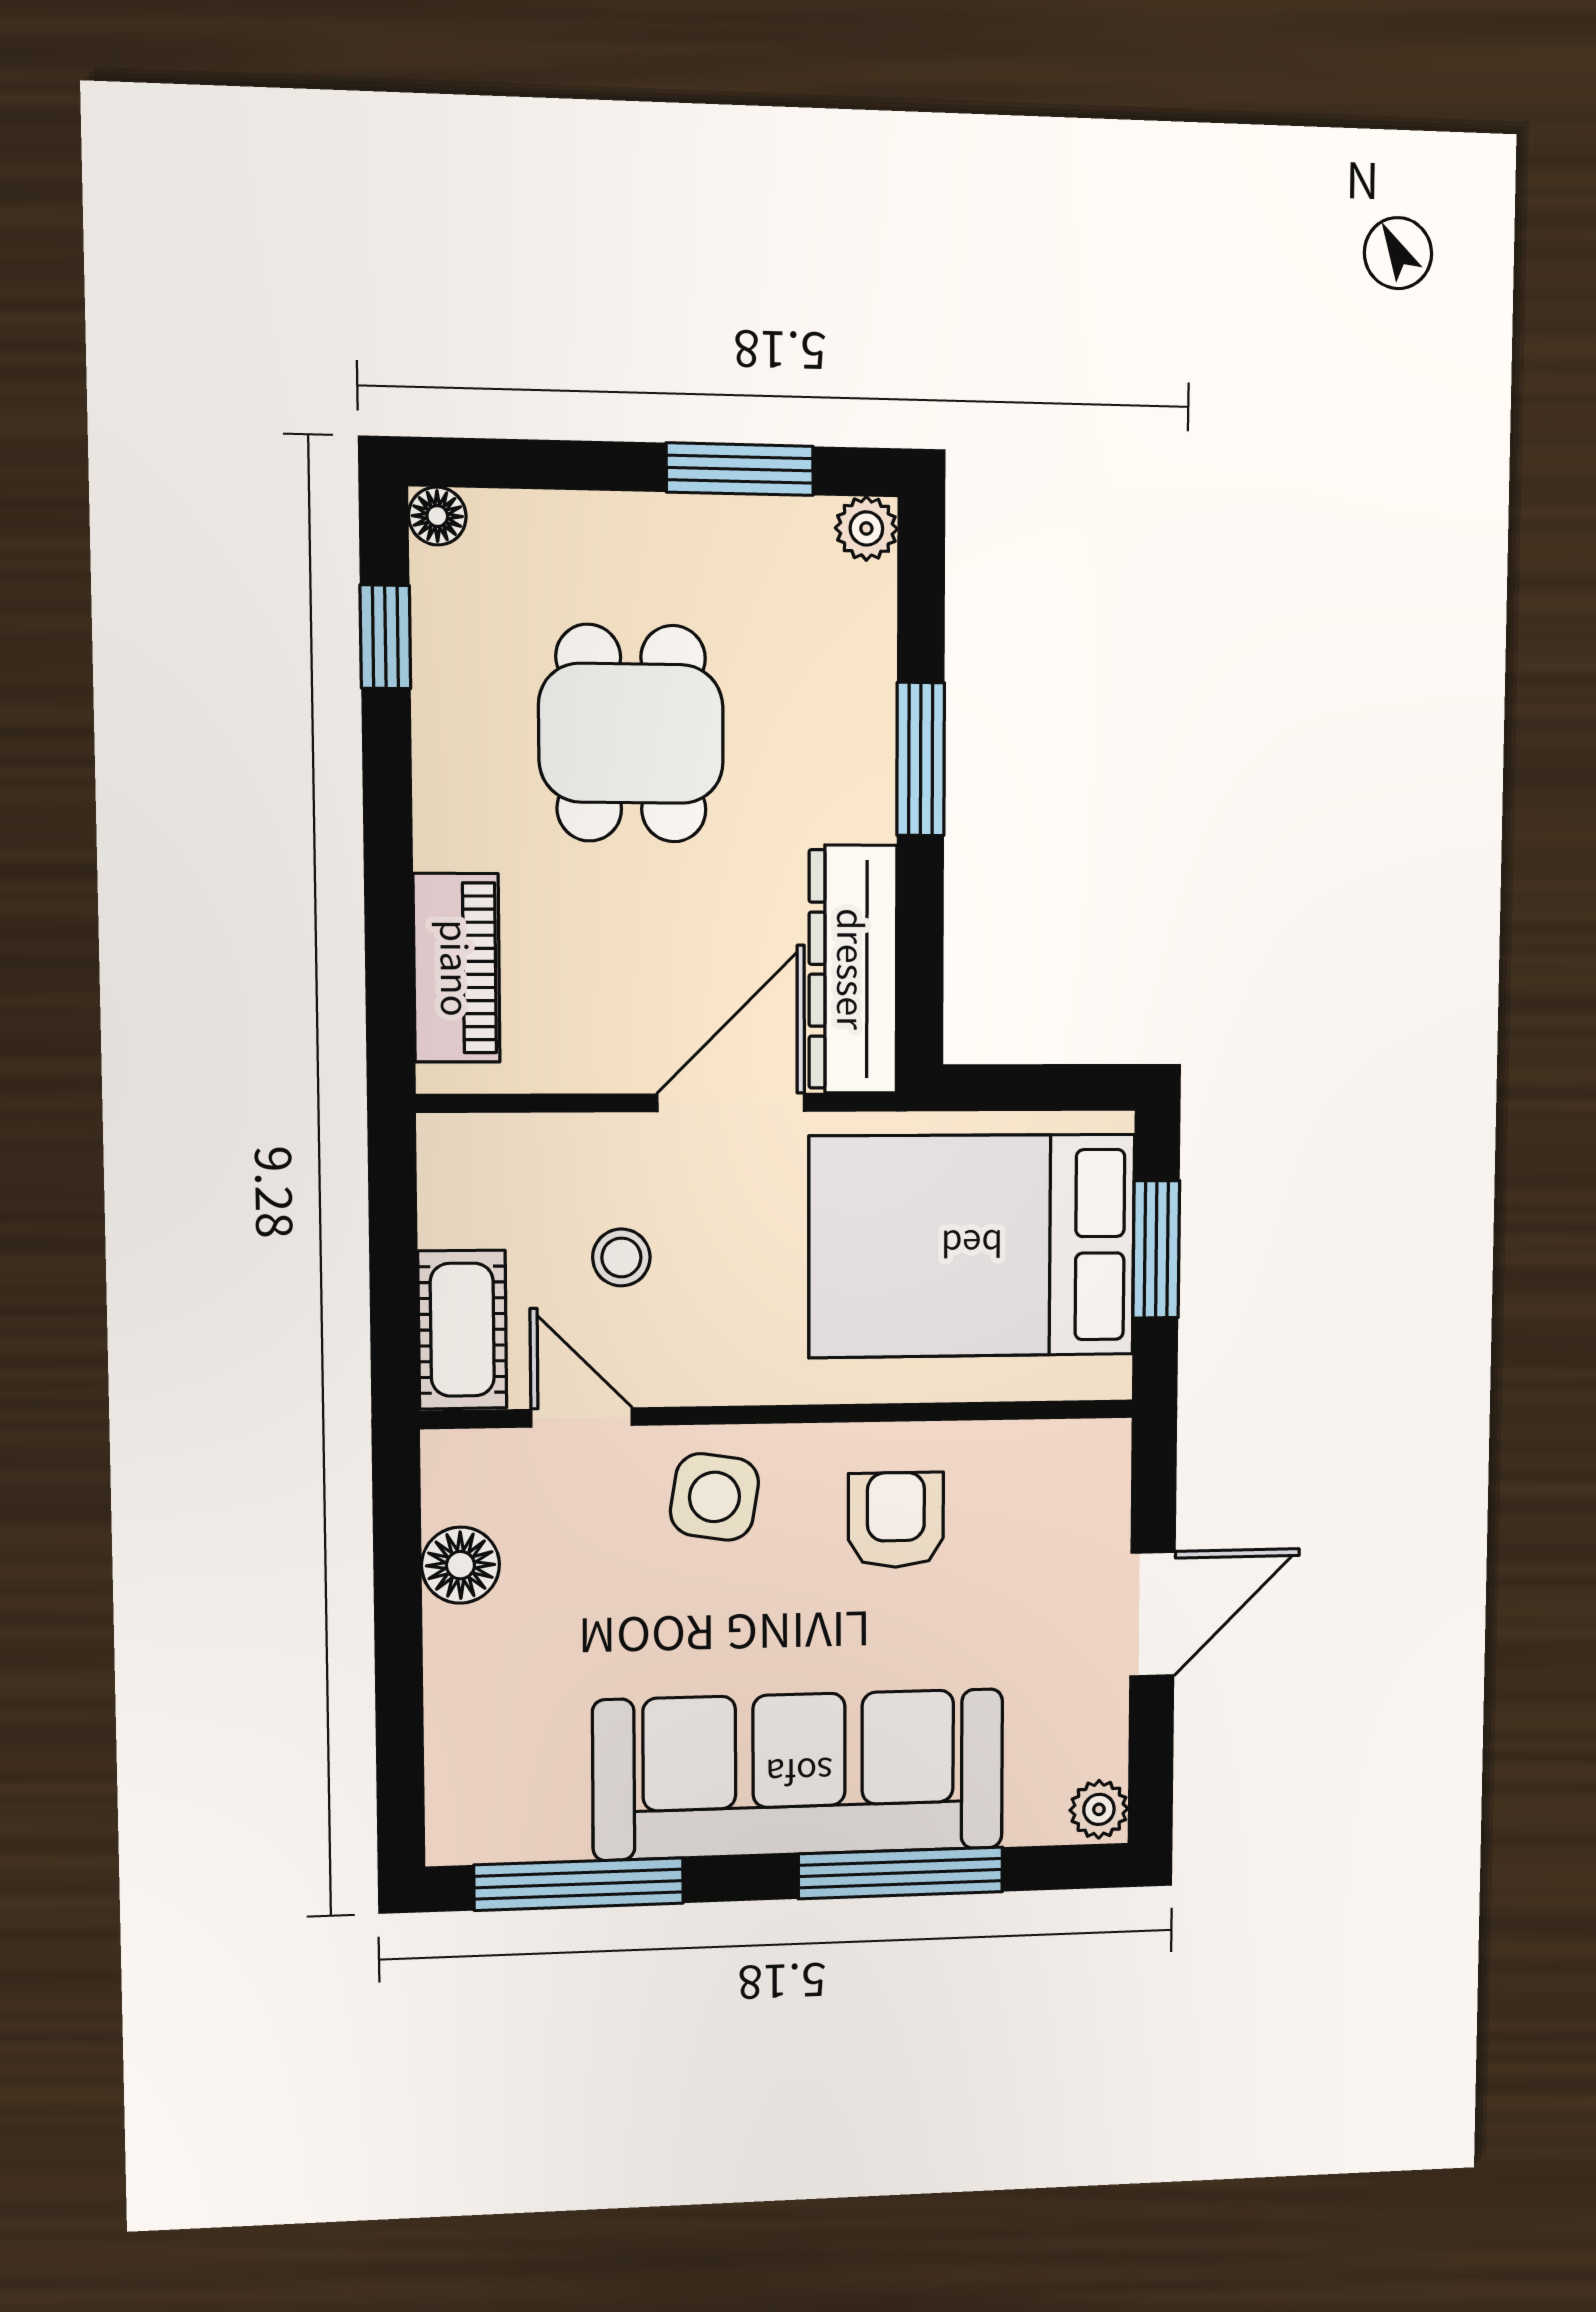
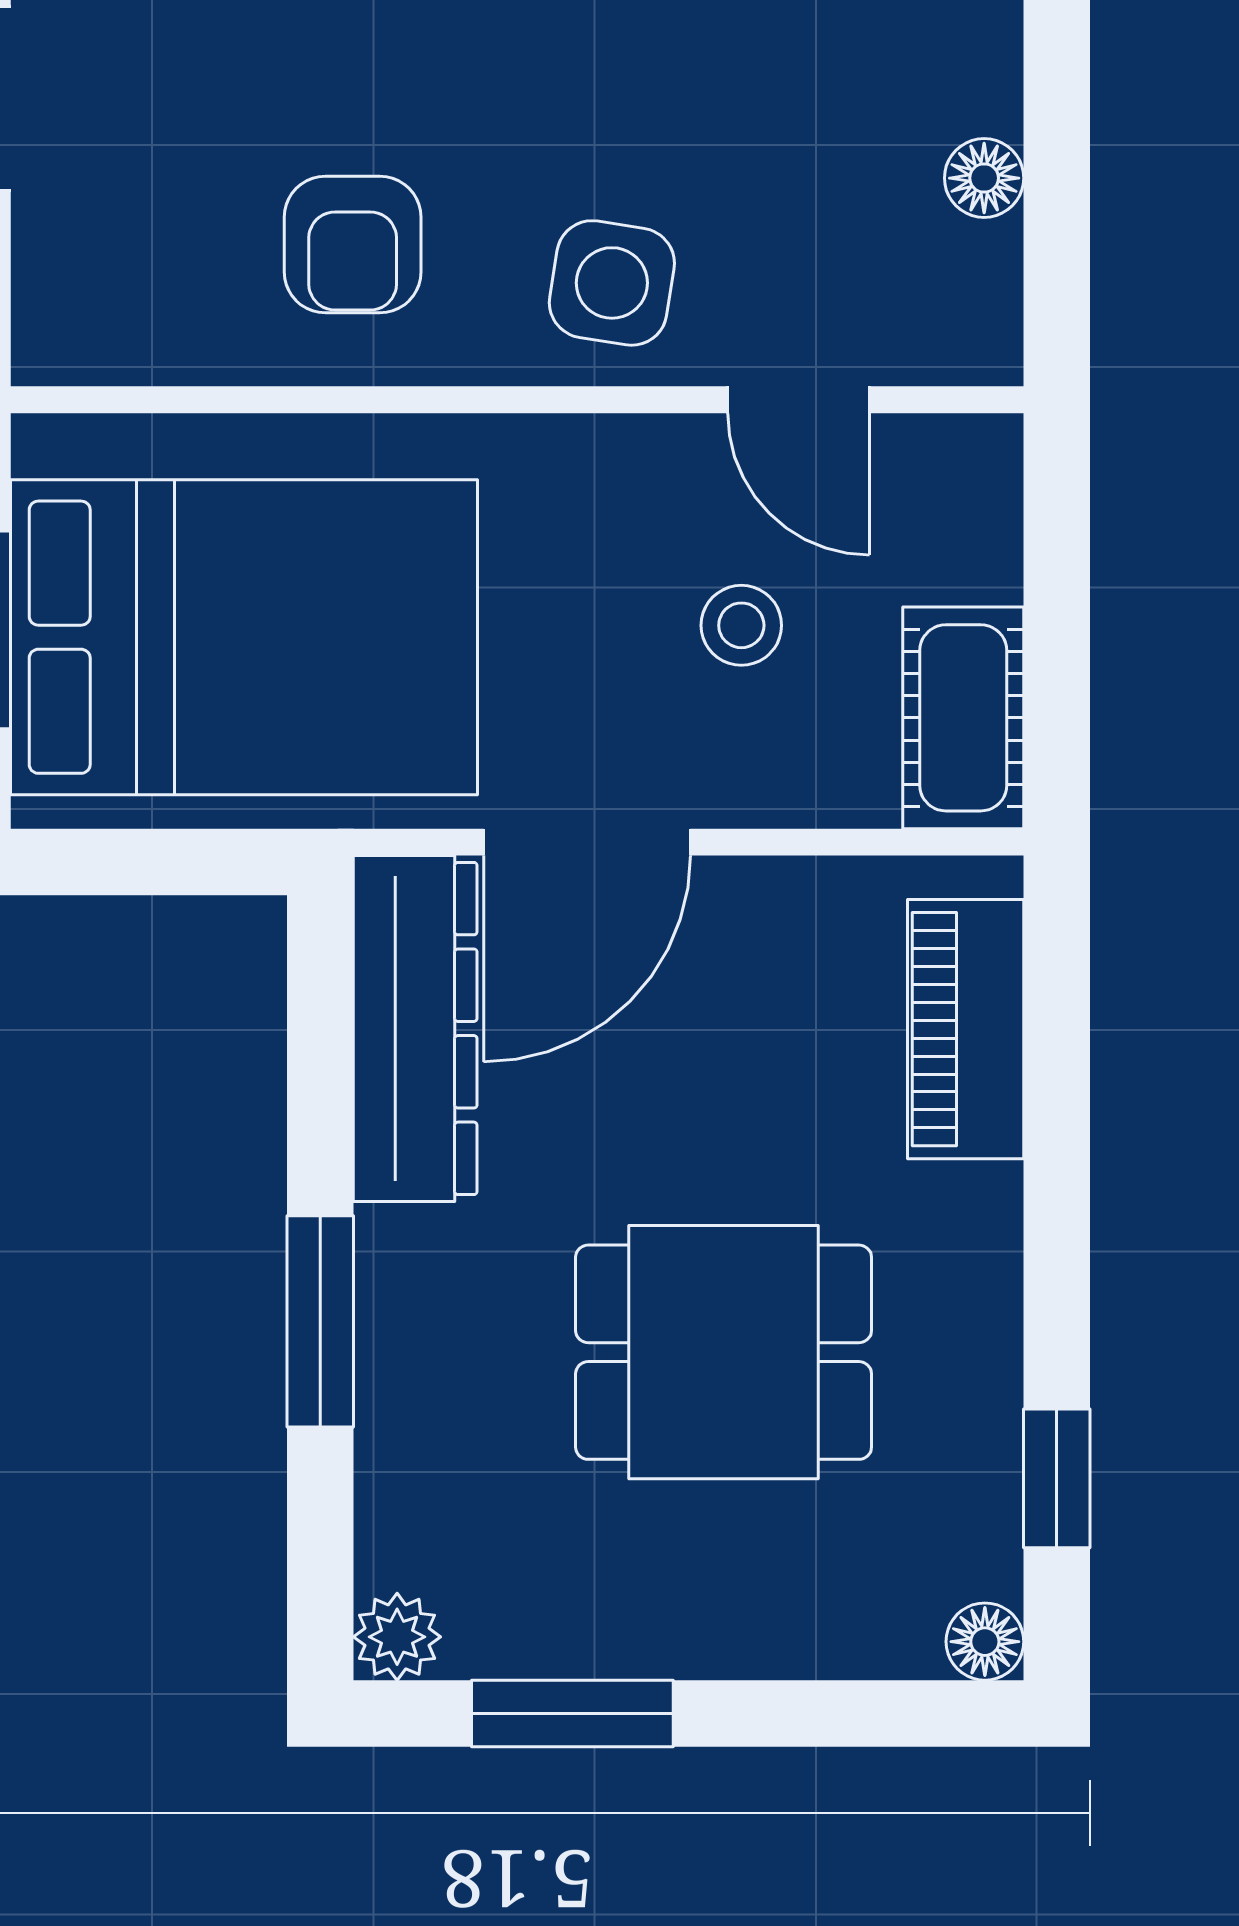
dining table: (631, 733) -> (724, 1352), turned 90
cot: (462, 1330) -> (963, 718), moved
floor lamp: (460, 1565) -> (984, 178), width x0.73, depth x0.73

